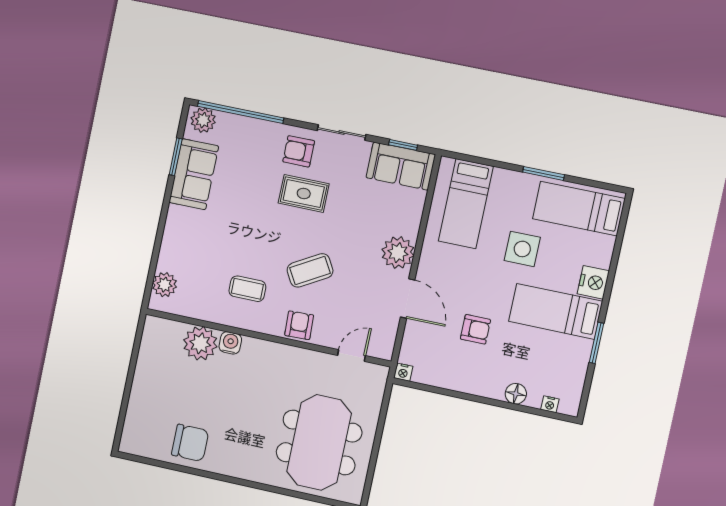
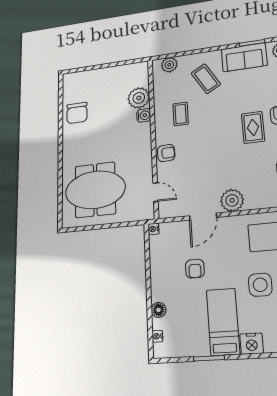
coffee table: (310, 270) -> (206, 79), moved

